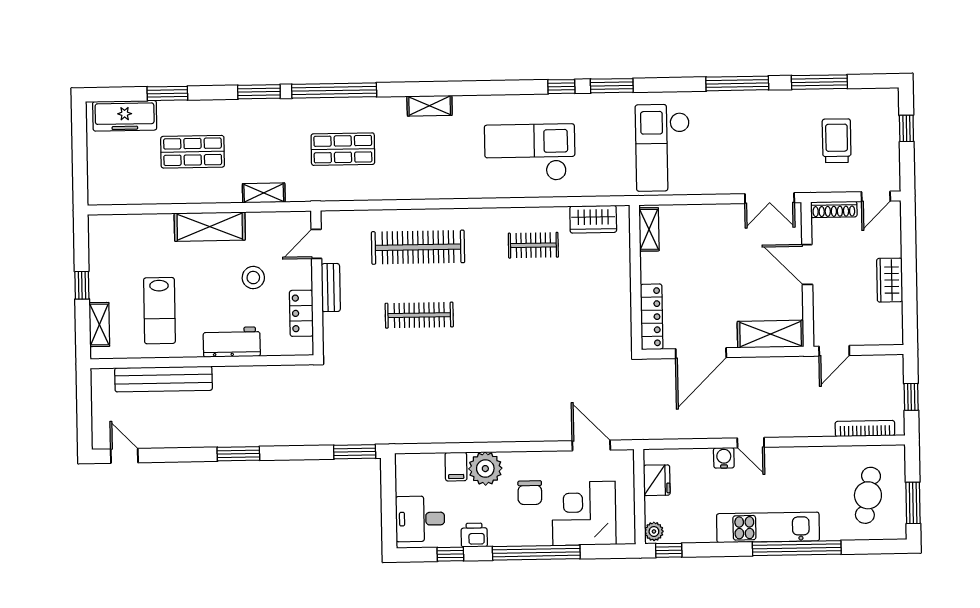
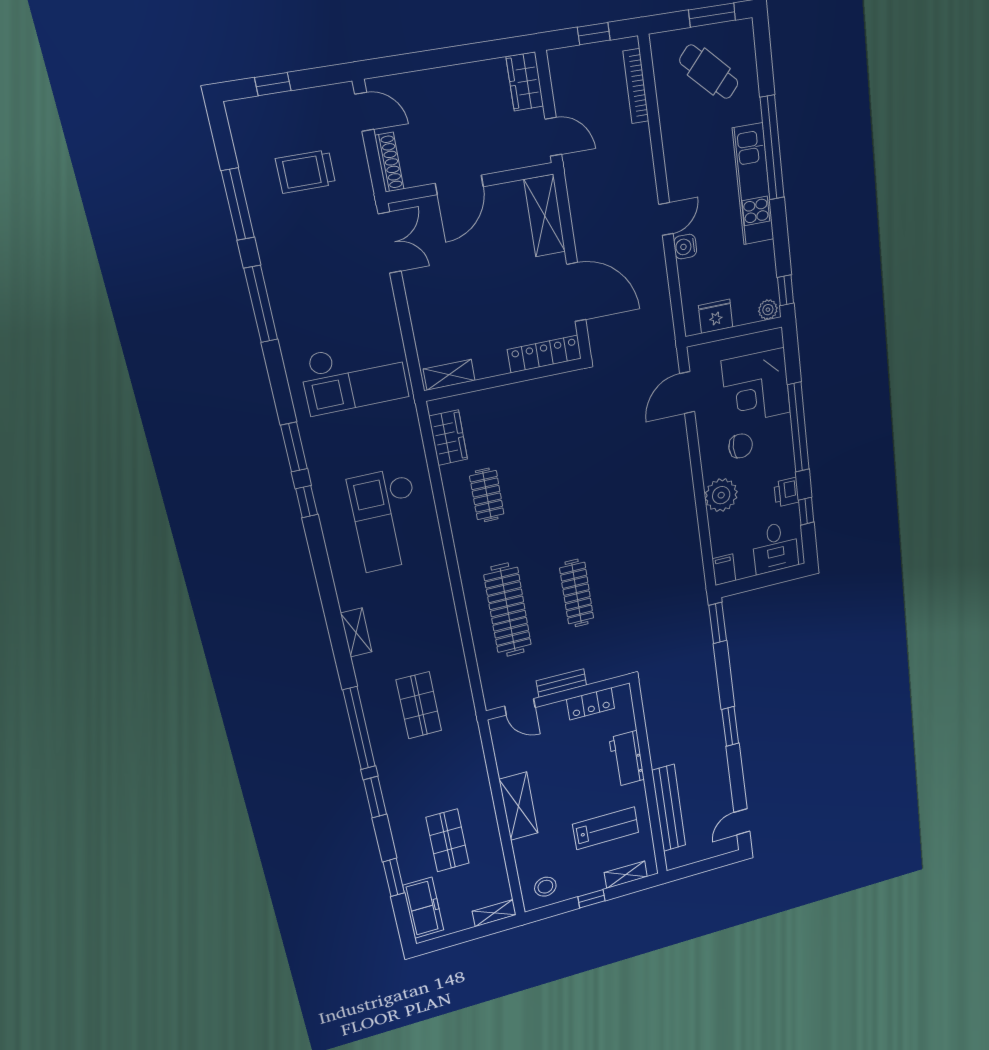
shelving: (264, 193) -> (494, 913), moved, turned 90
stool: (253, 278) -> (545, 887), moved
wardrobe: (890, 280) -> (525, 81), moved, turned 90
filing cabinet: (456, 467) -> (724, 570), moved, turned -90
cafe table: (868, 495) -> (709, 72), turned 33

